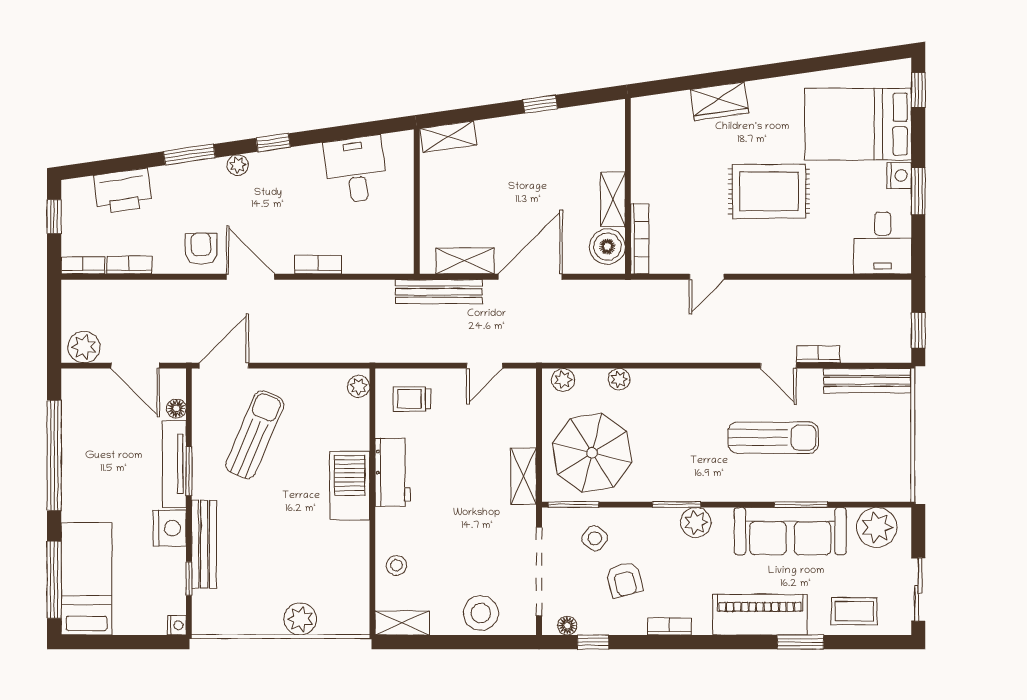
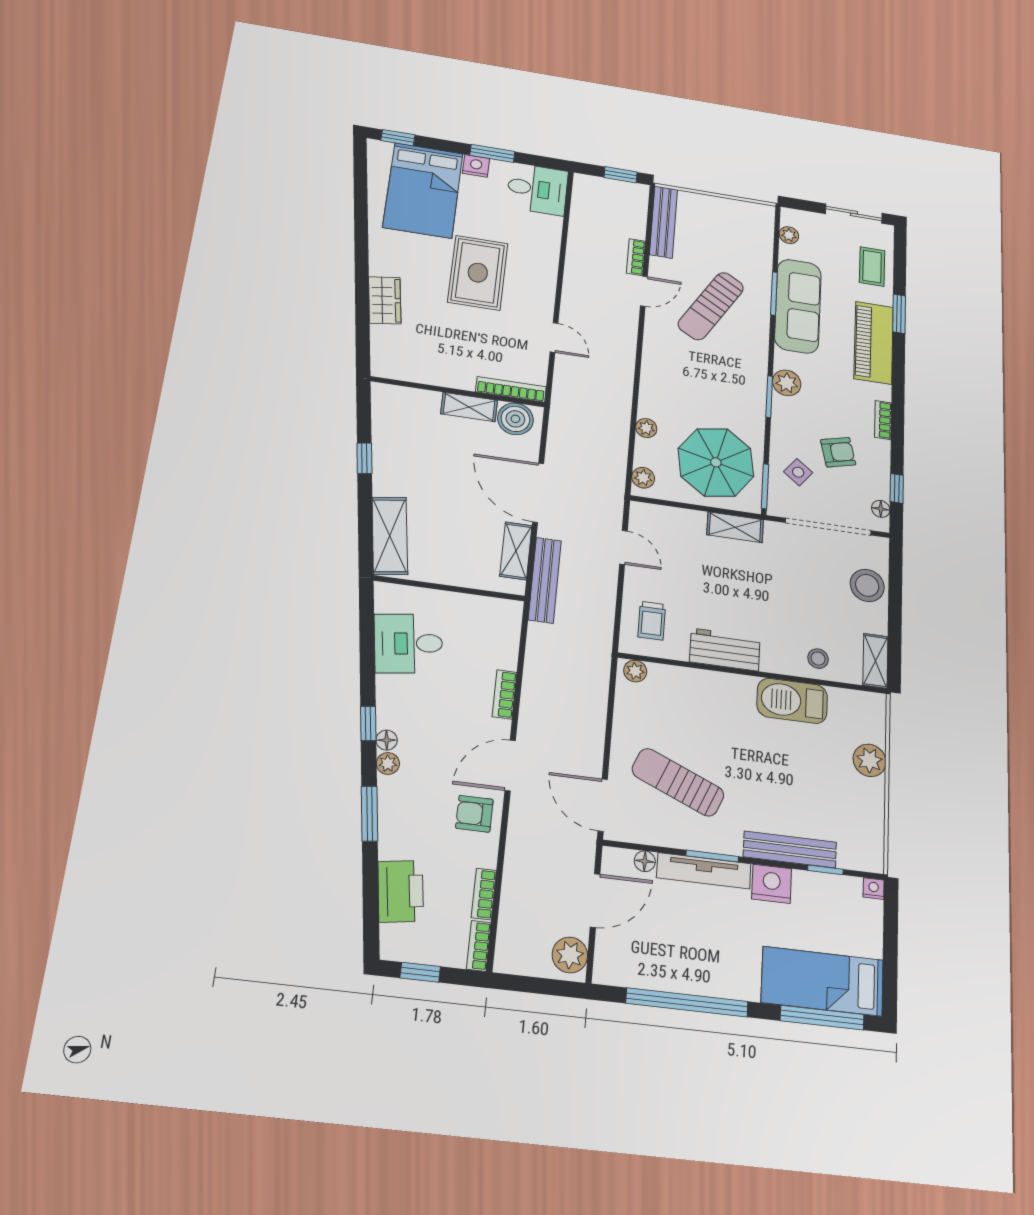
shelving: (448, 137) -> (390, 536), width x1.50, depth x1.33
floor lamp: (260, 161) -> (387, 740), added
sun lounger: (773, 438) -> (711, 306), turned -149
barbecue: (350, 486) -> (792, 701), moved
plant: (877, 527) -> (789, 235), width x0.53, depth x0.53

